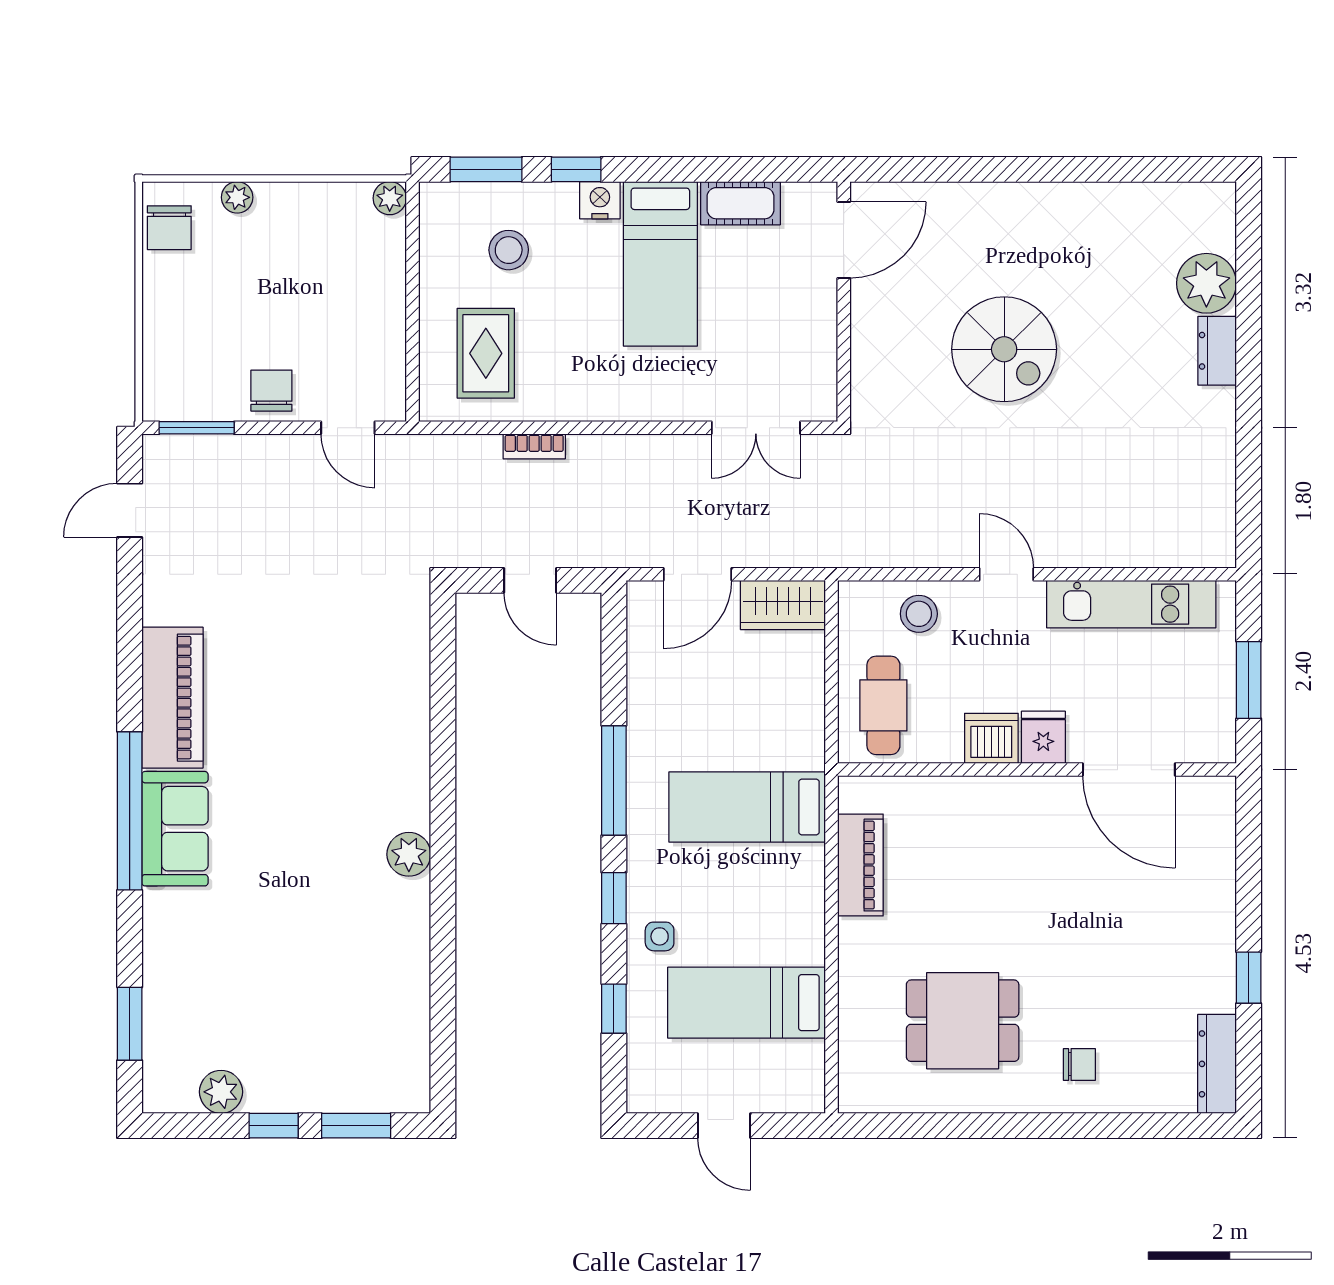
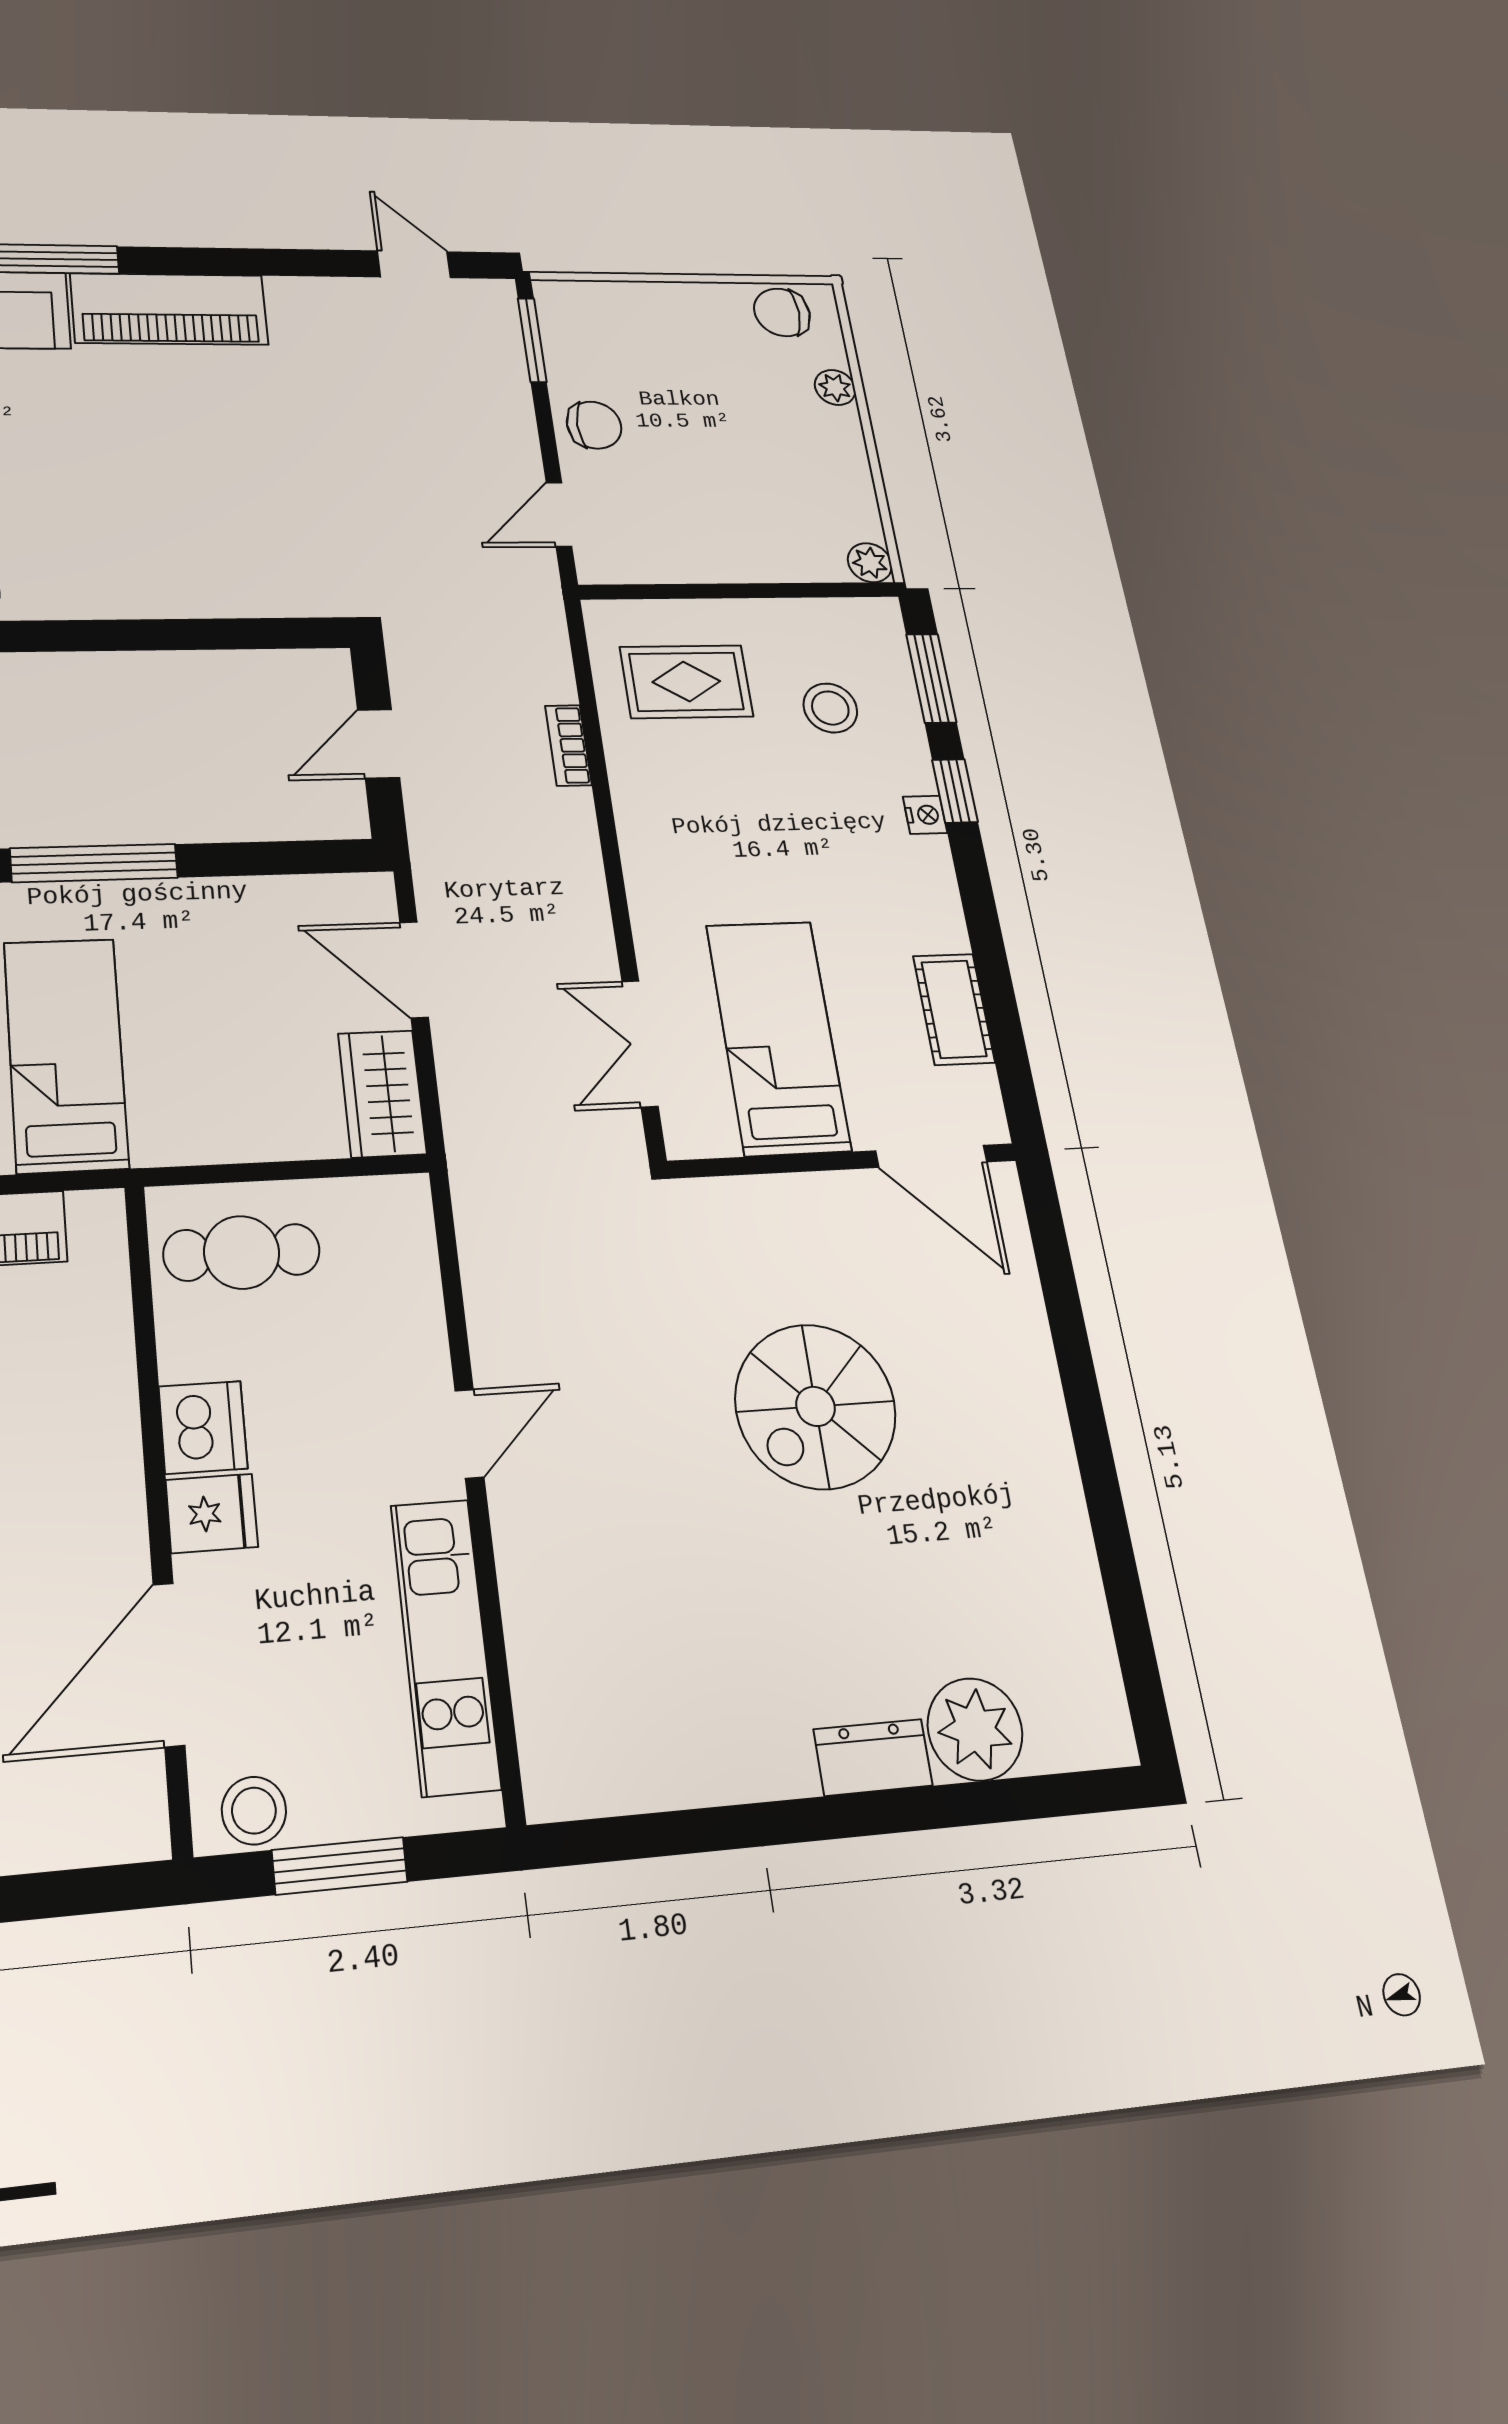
nightstand: (600, 200) -> (925, 815), width x0.72, depth x0.74
bed: (660, 264) -> (778, 1037), moved, turned 90
stool: (919, 614) -> (254, 1811), moved

